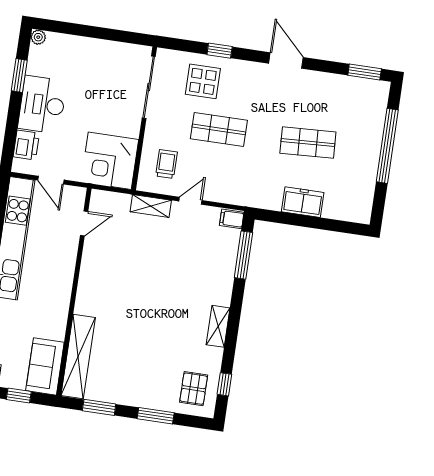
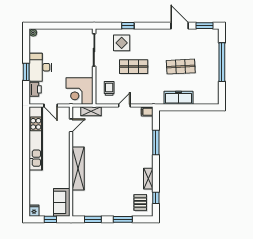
door: (286, 60) -> (180, 26), moved
window: (19, 76) -> (26, 72), moved
freezer: (303, 202) -> (178, 98), width x1.40
shelving: (151, 206) -> (91, 111), moved
window: (243, 255) -> (156, 142), moved
shelving: (218, 326) -> (148, 179), moved
shelving: (78, 356) -> (78, 169), moved

